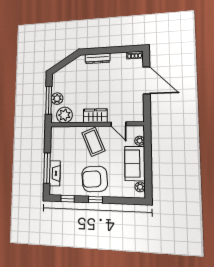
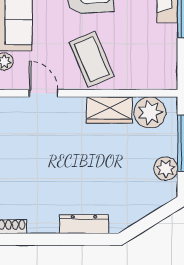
plant: (57, 99) -> (166, 169), moved
wardrobe: (95, 116) -> (109, 110), moved

